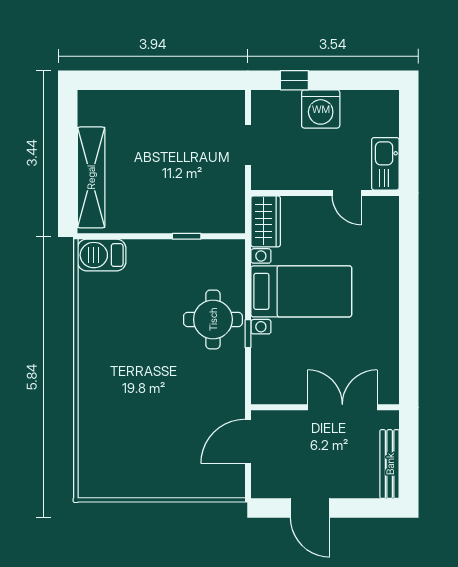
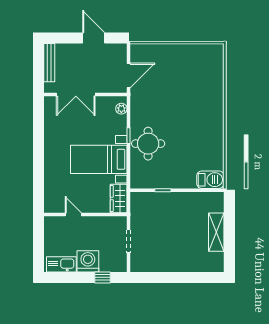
kitchen sink: (385, 164) -> (61, 264), moved, turned -90
shelving: (91, 177) -> (216, 232), width x0.68
plant: (261, 382) -> (121, 109), added

